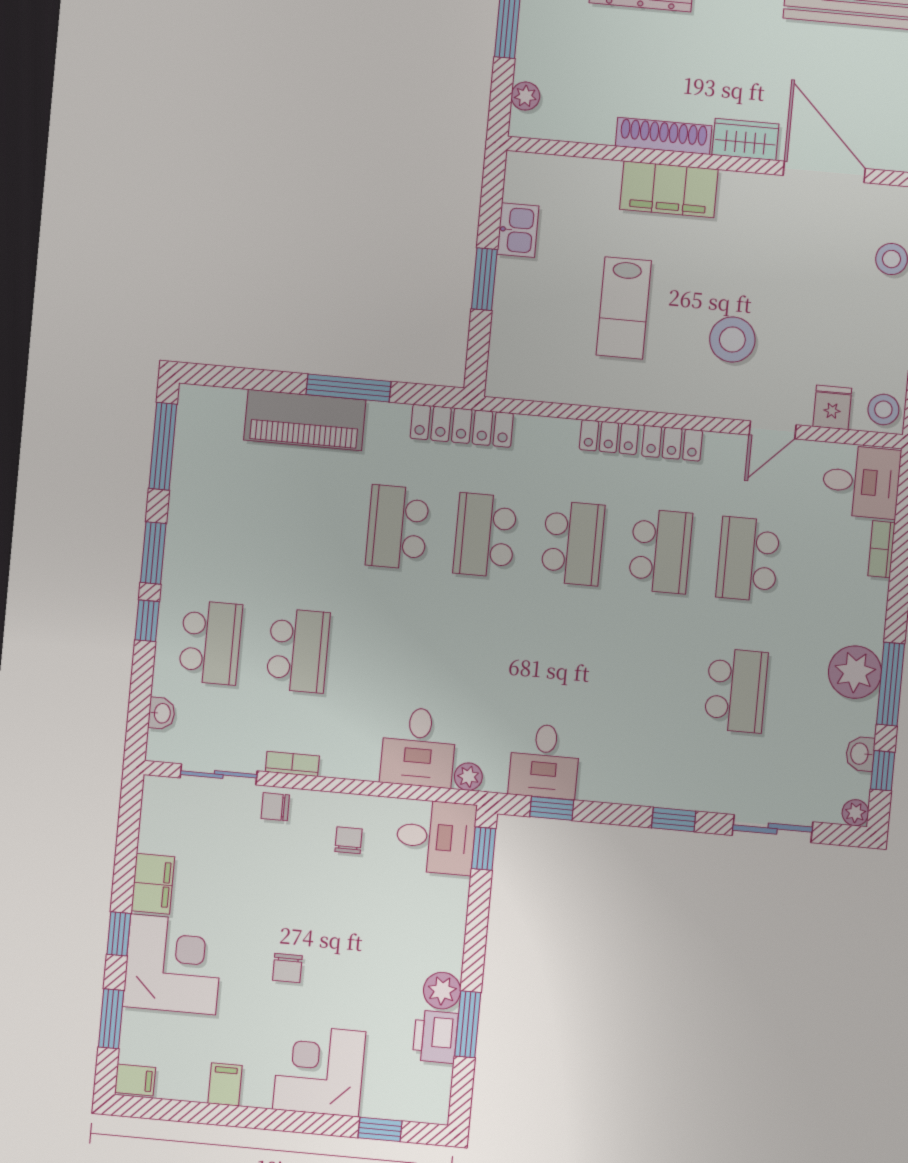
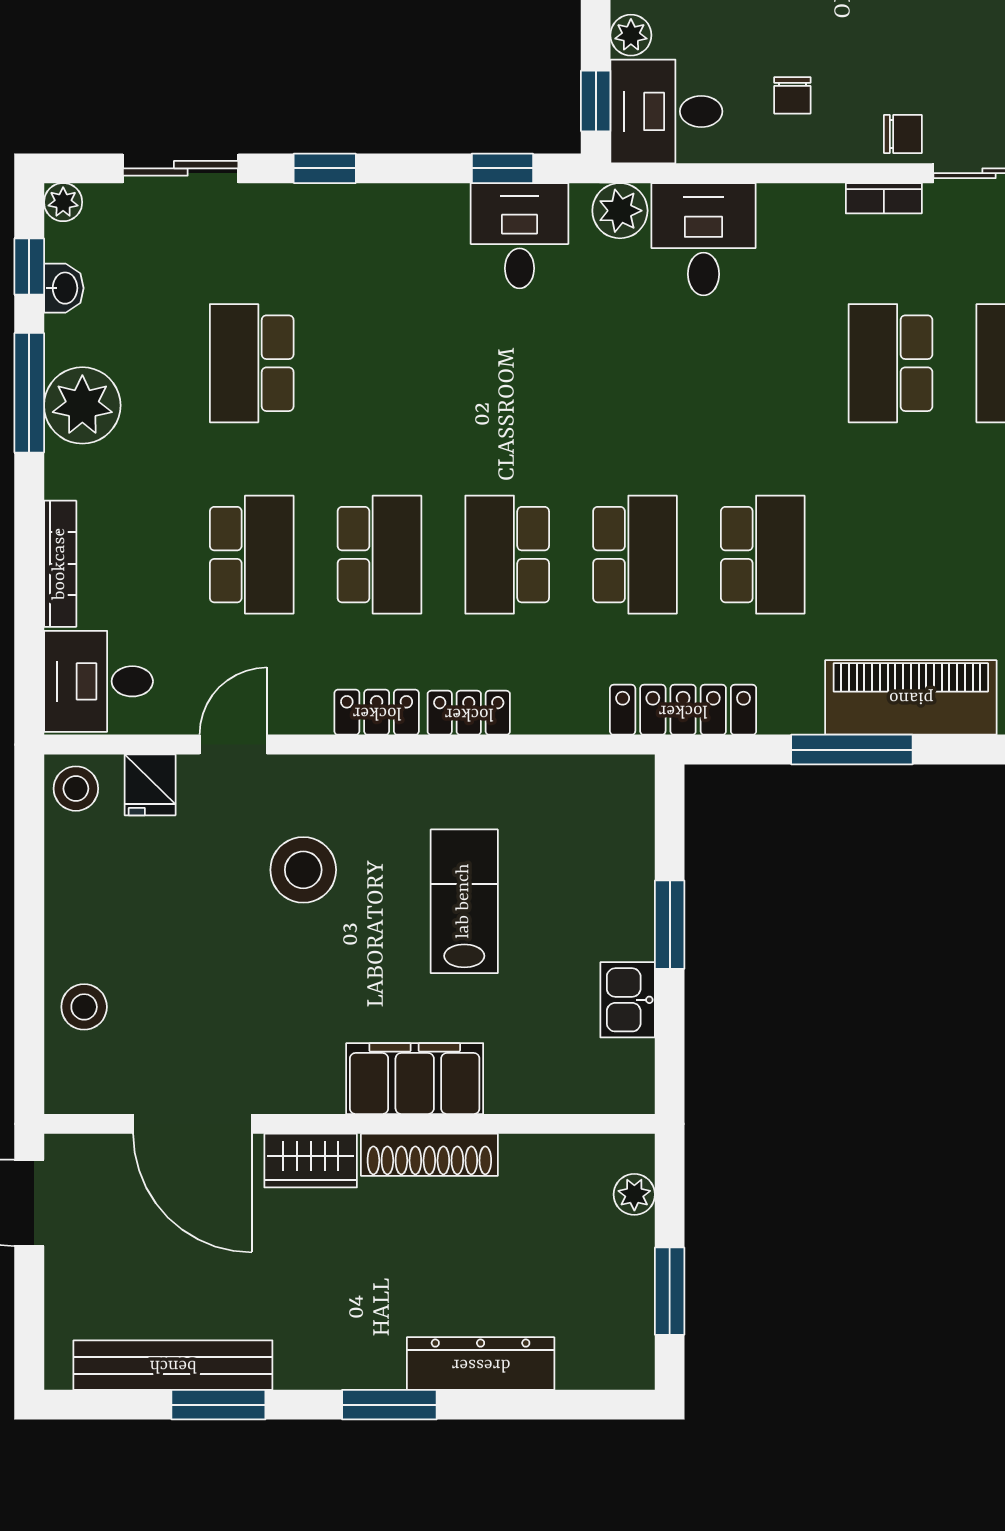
bookcase: (882, 549) -> (60, 564), width x1.56
school desk: (660, 551) -> (379, 555), turned 180
plant: (468, 777) -> (620, 211), width x1.38, depth x1.38
plant: (455, 892) -> (631, 35), added

